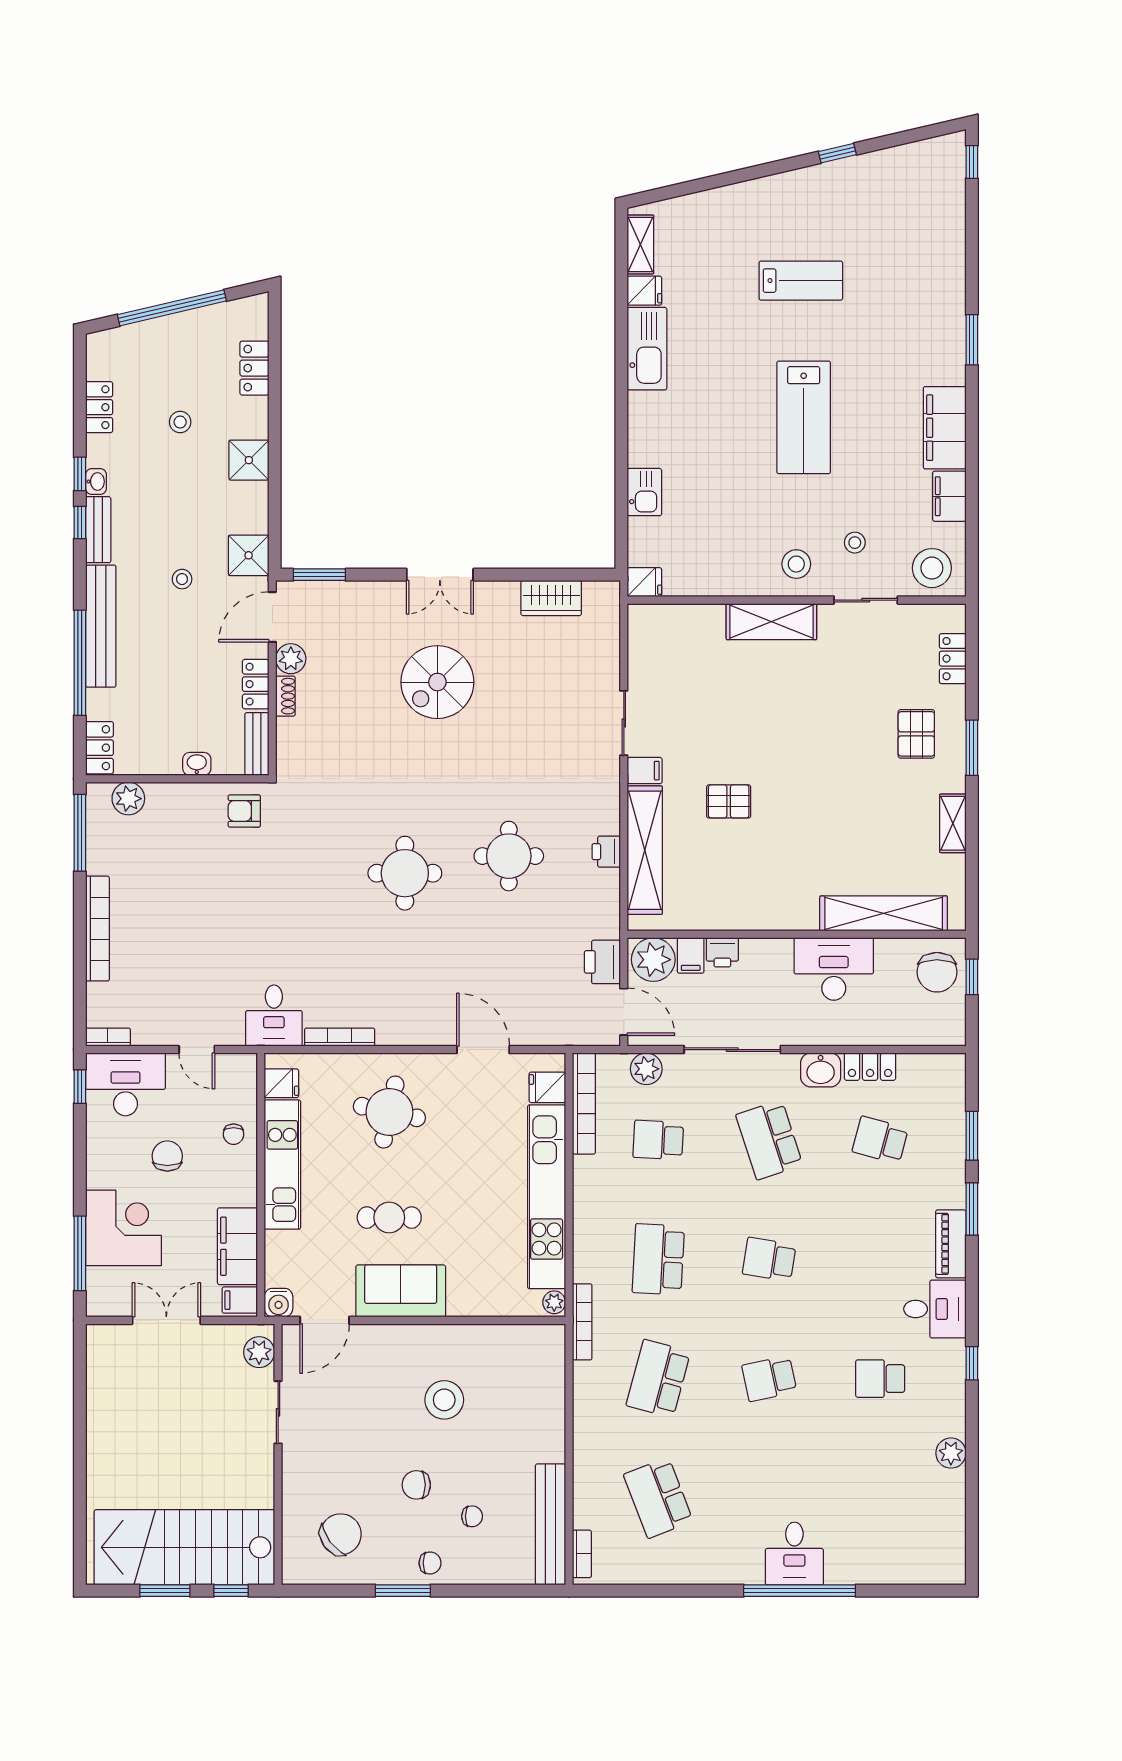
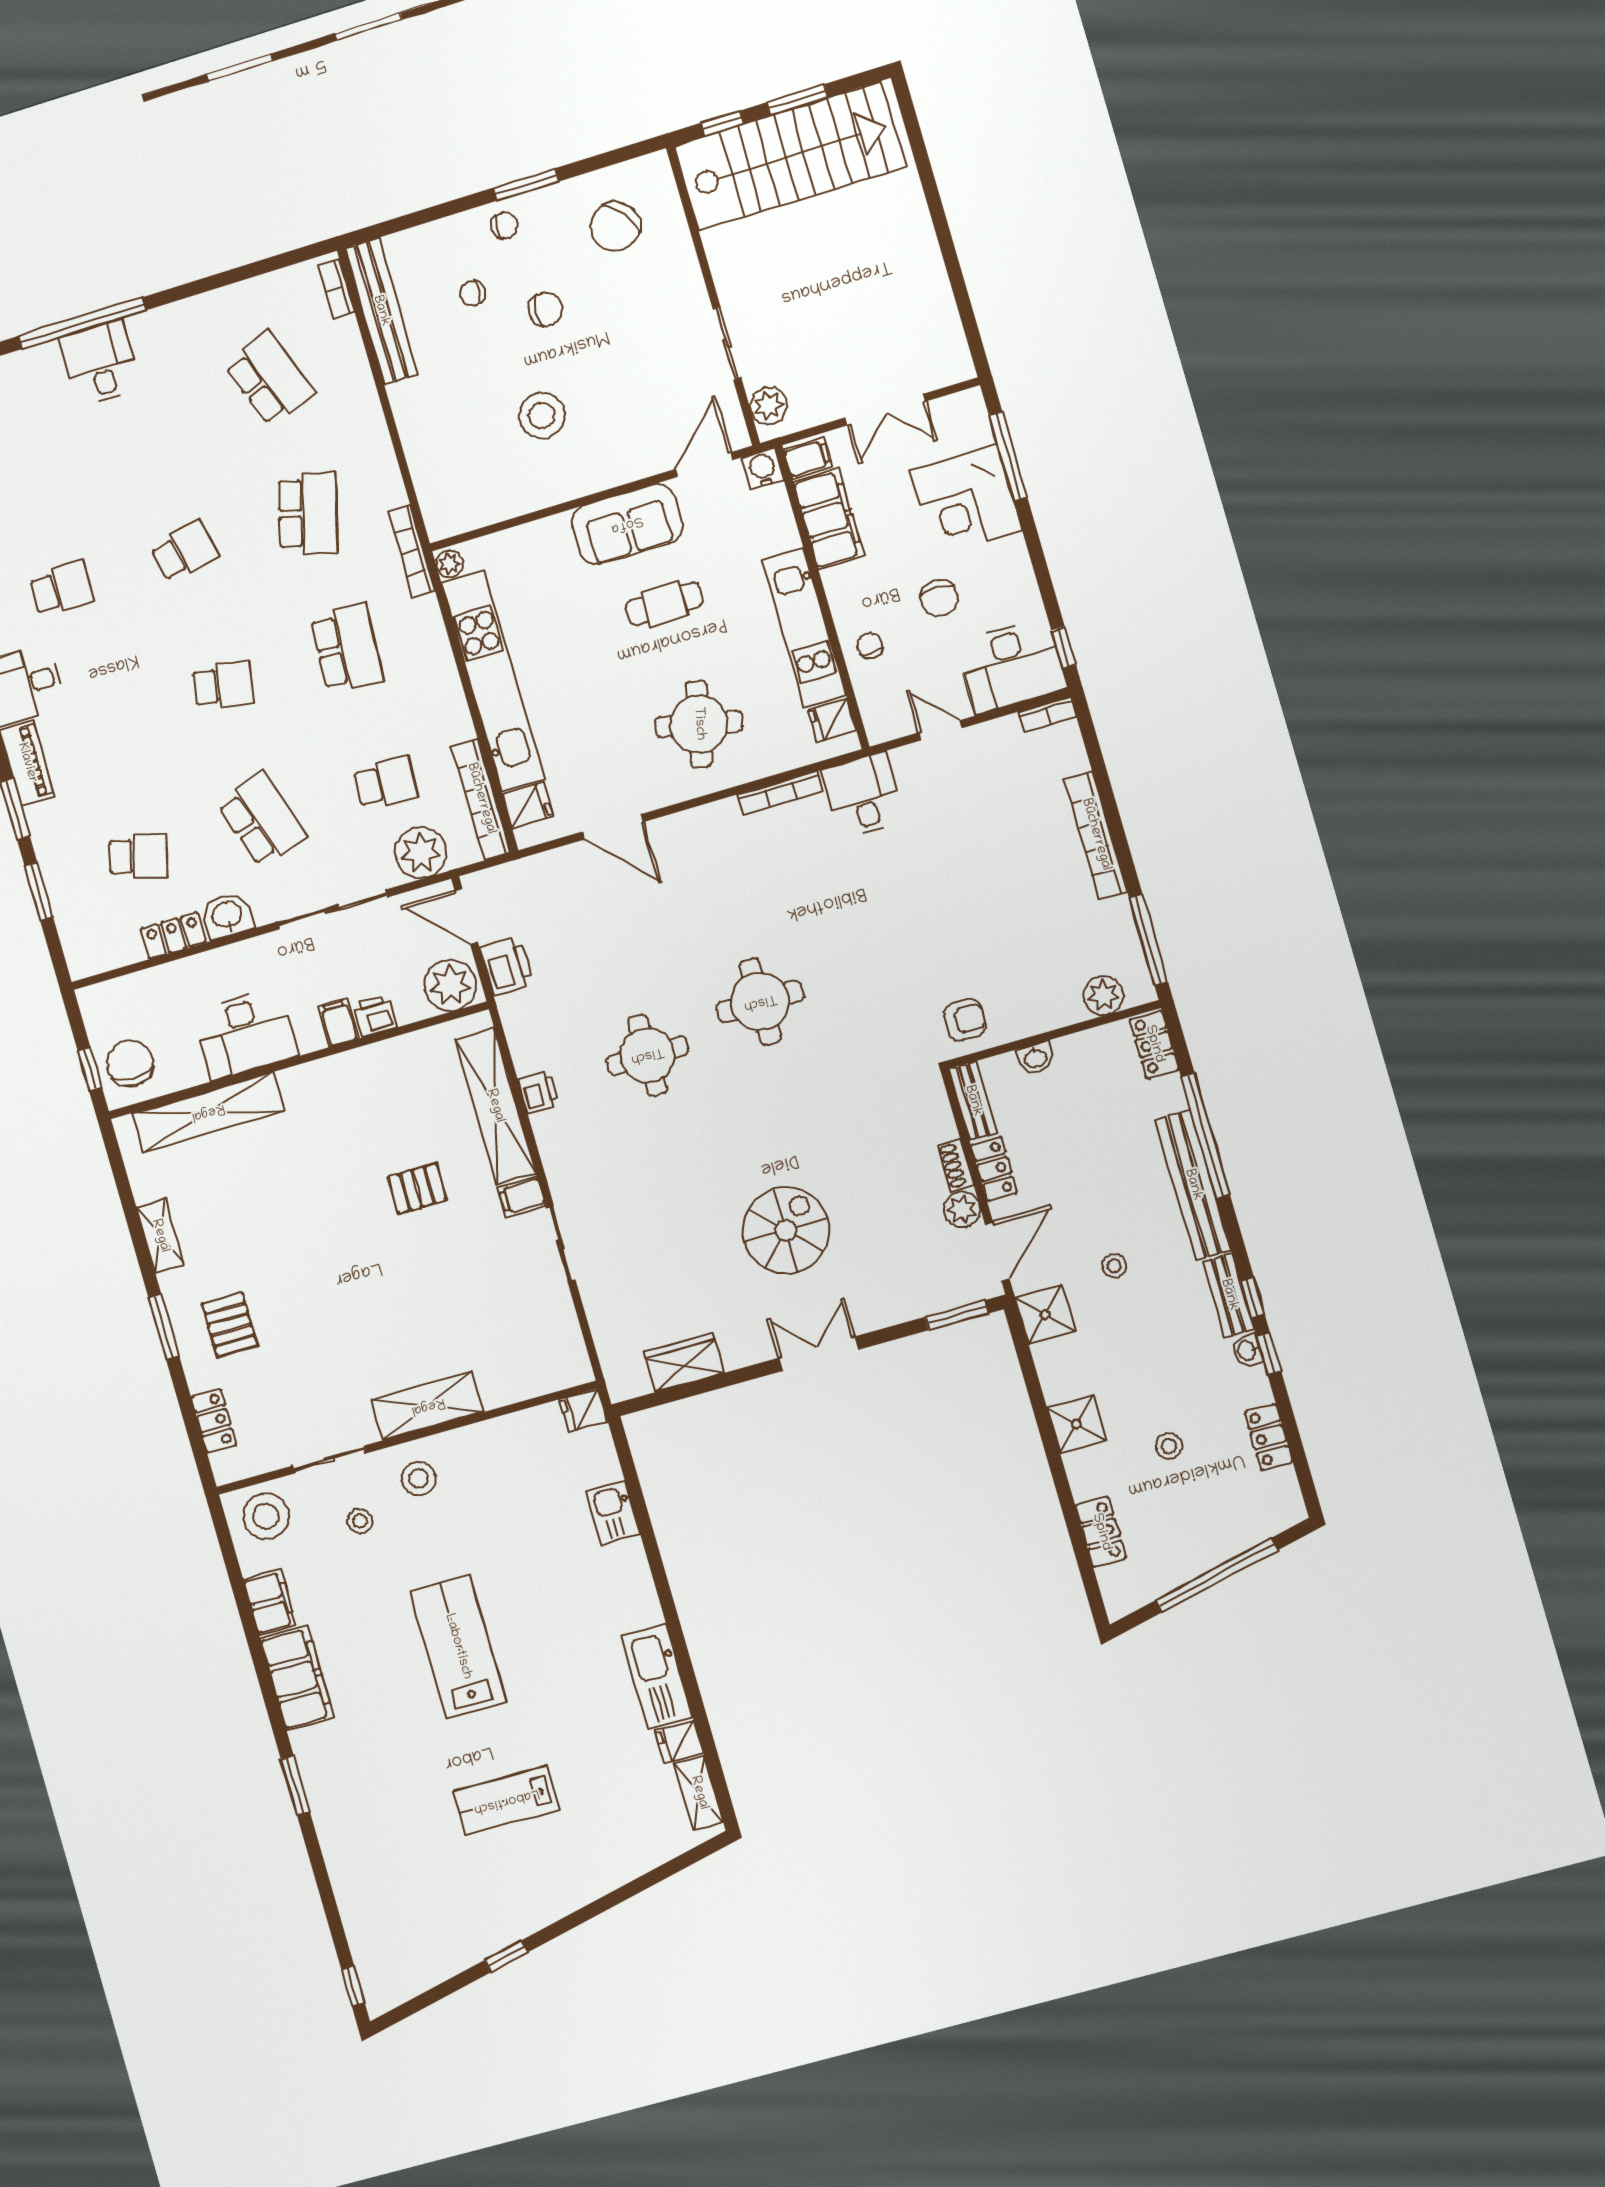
filing cabinet: (691, 955) -> (339, 1023), moved
plant: (646, 1069) -> (421, 853), width x1.36, depth x1.36
chair: (430, 1563) -> (504, 225), turned 180

